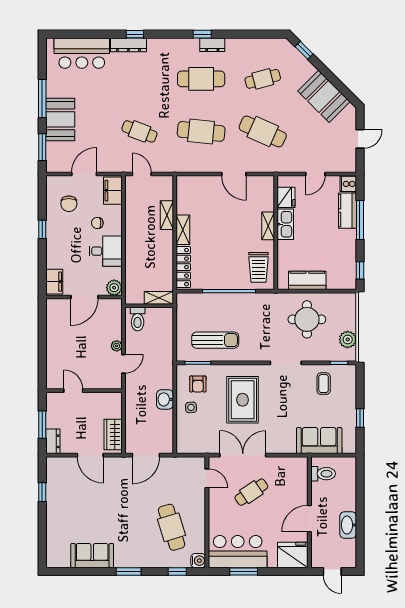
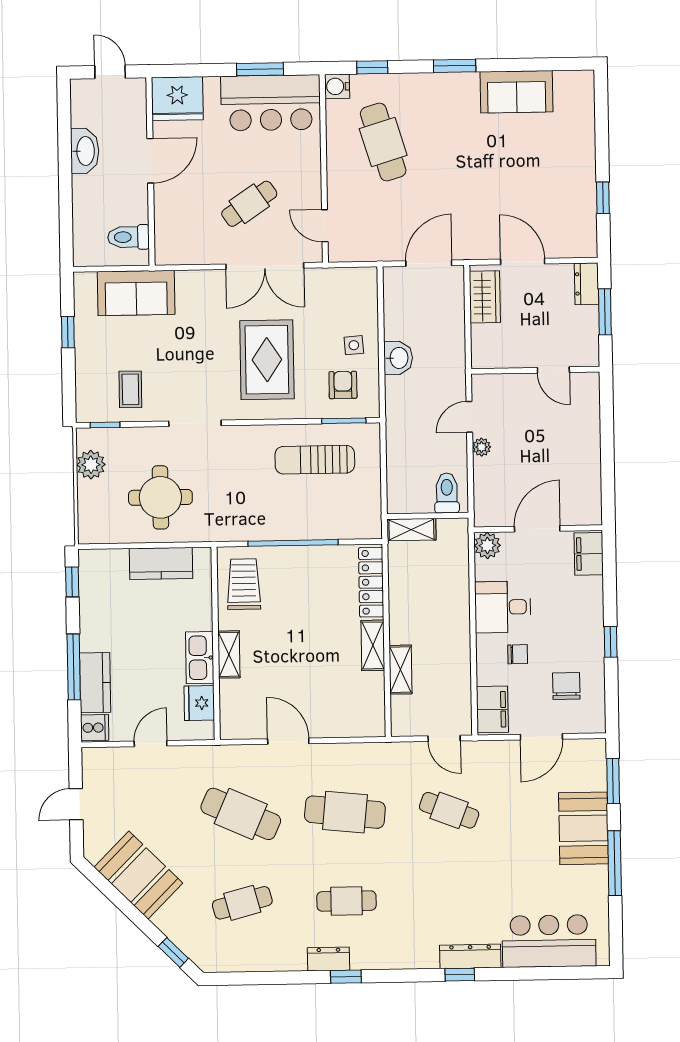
cafe table: (201, 79) -> (346, 901), width x0.73, depth x0.74

